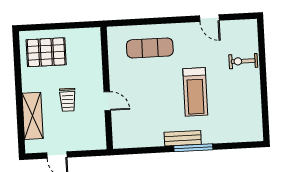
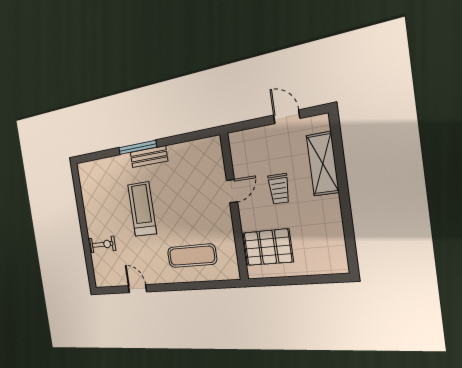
pallet: (46, 52) -> (268, 247), moved
trolley: (68, 100) -> (279, 189), turned 180
door: (107, 101) -> (232, 191), swing flipped

